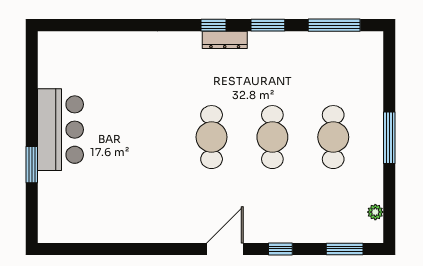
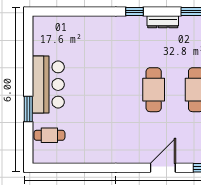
window: (214, 25) -> (134, 12), moved
cafe table: (62, 202) -> (49, 135), added

